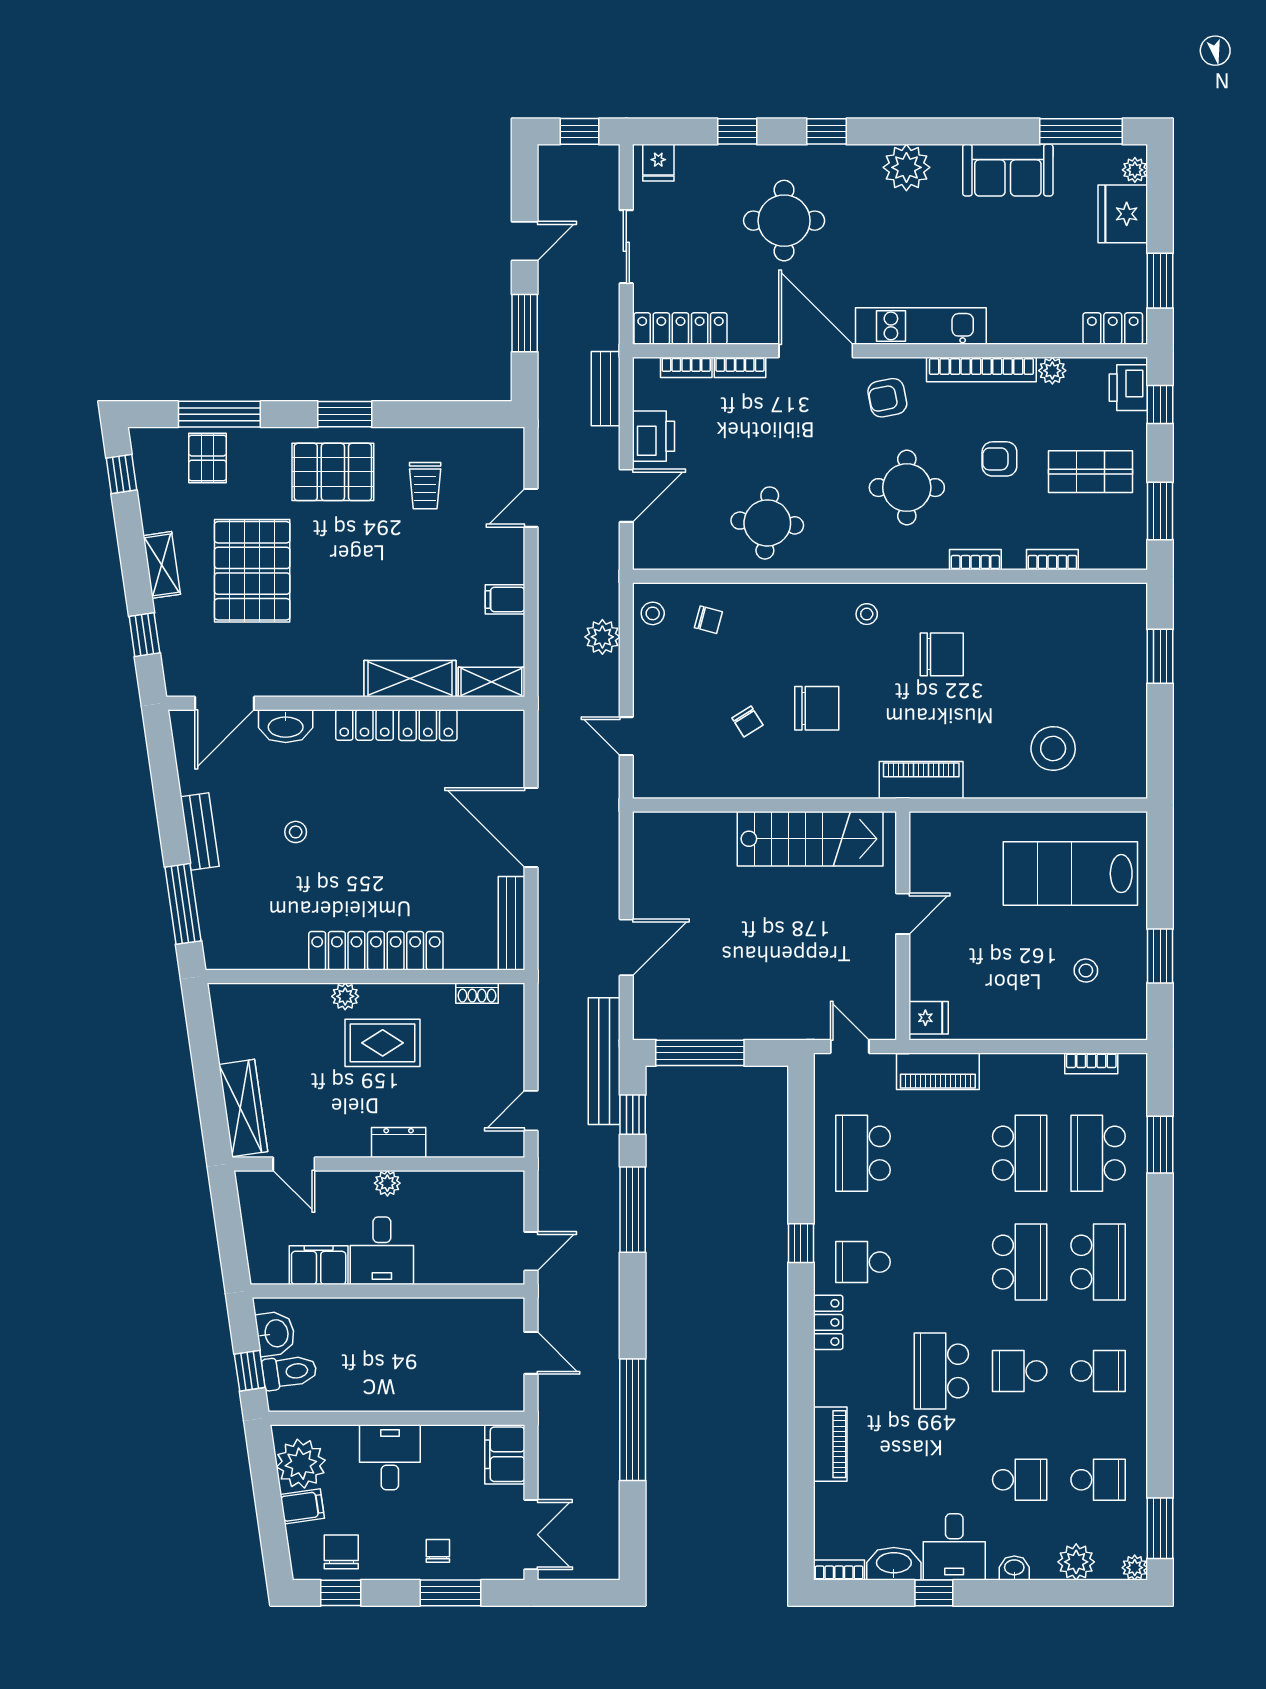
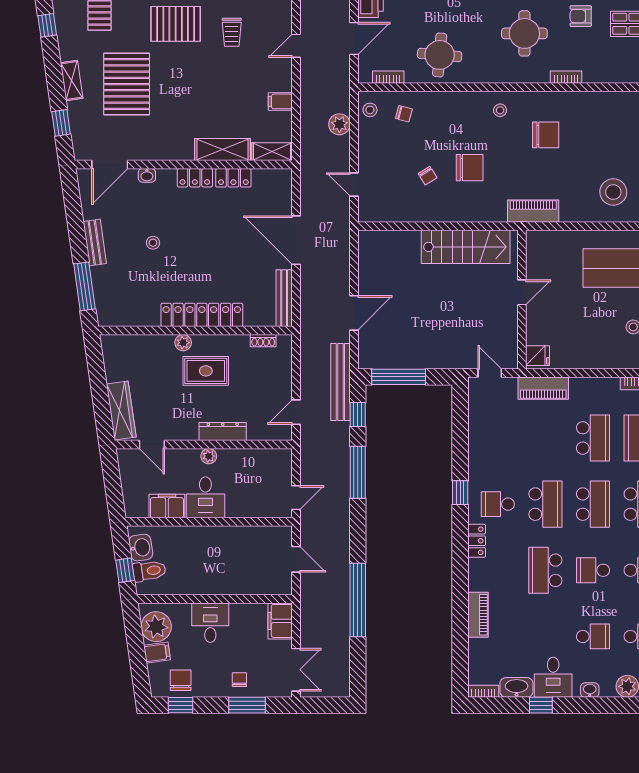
bookcase: (1052, 560) -> (388, 77), moved
washbasin: (286, 726) -> (147, 175), width x0.52, depth x0.69
dresser: (399, 1143) -> (223, 431), width x1.44
school desk: (863, 1153) -> (545, 504), moved, turned 180

